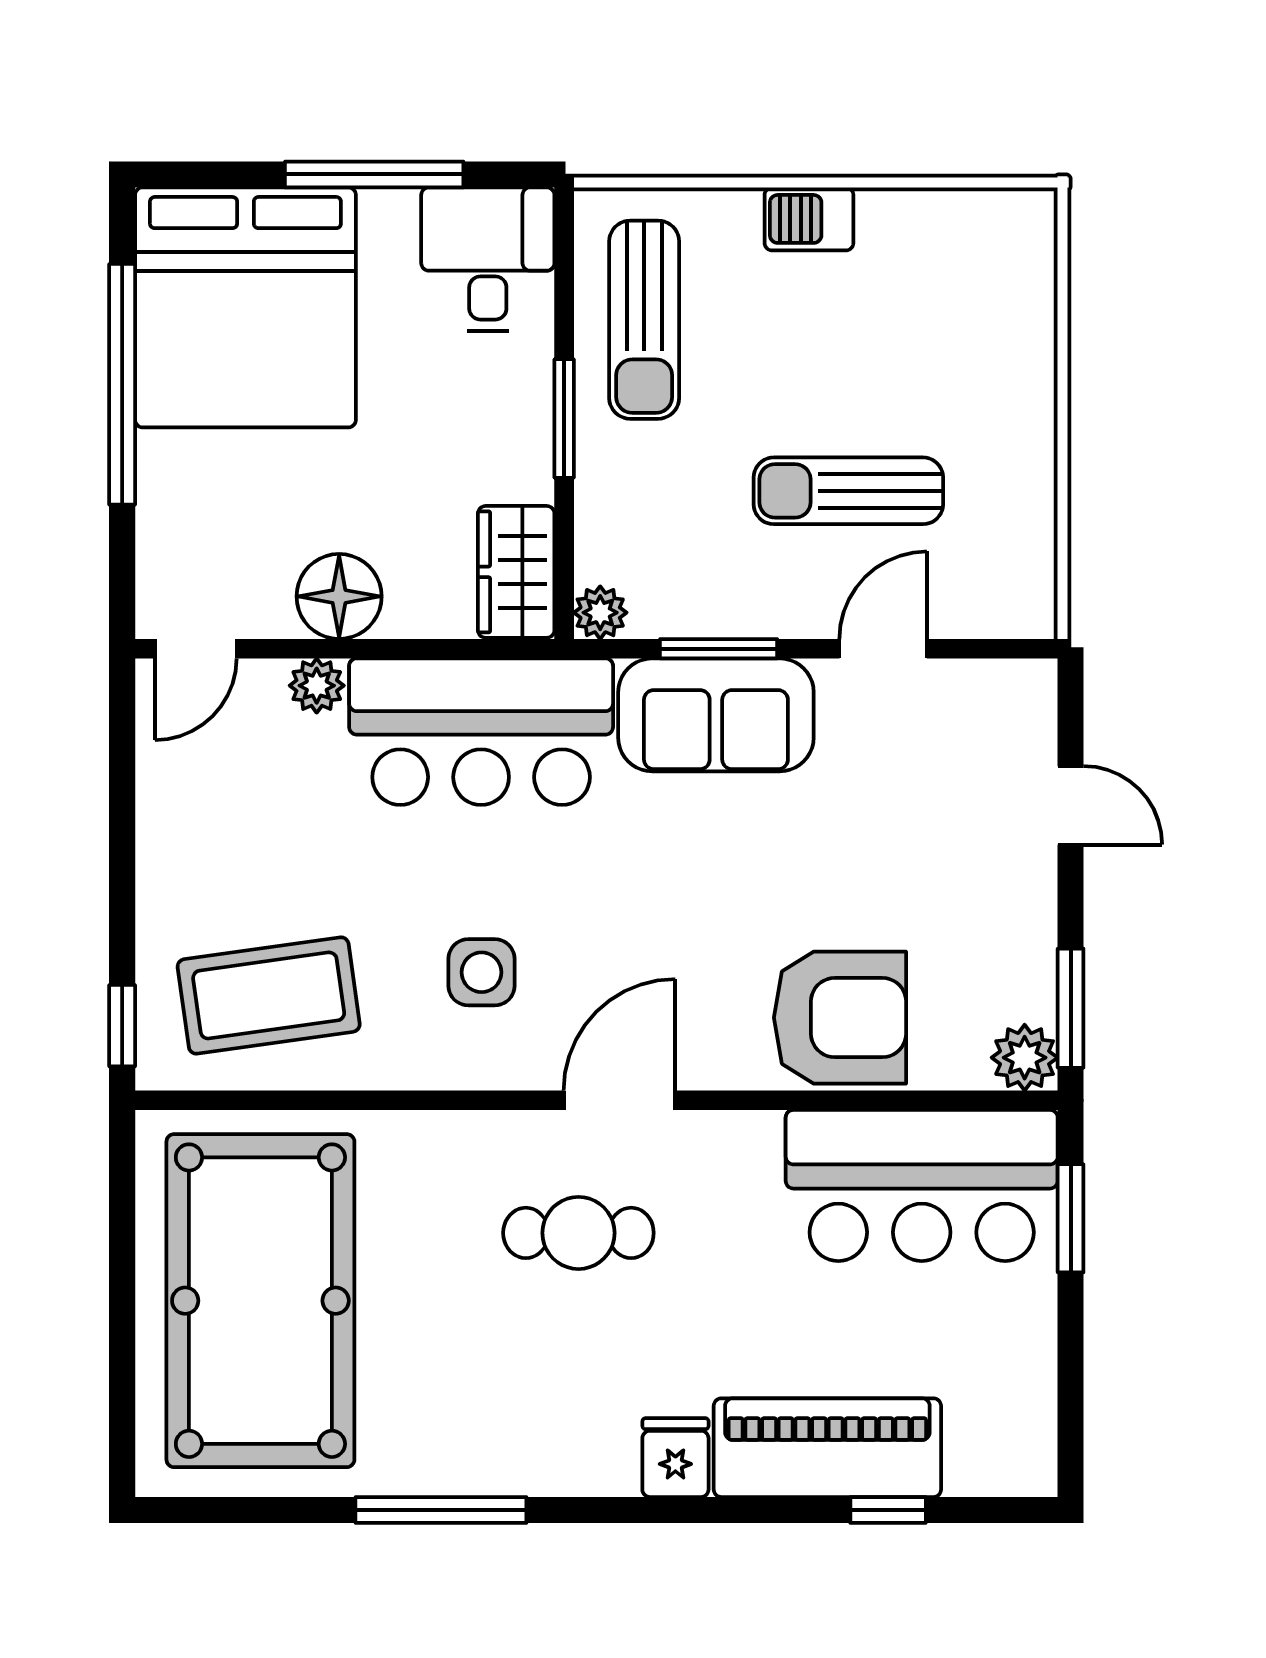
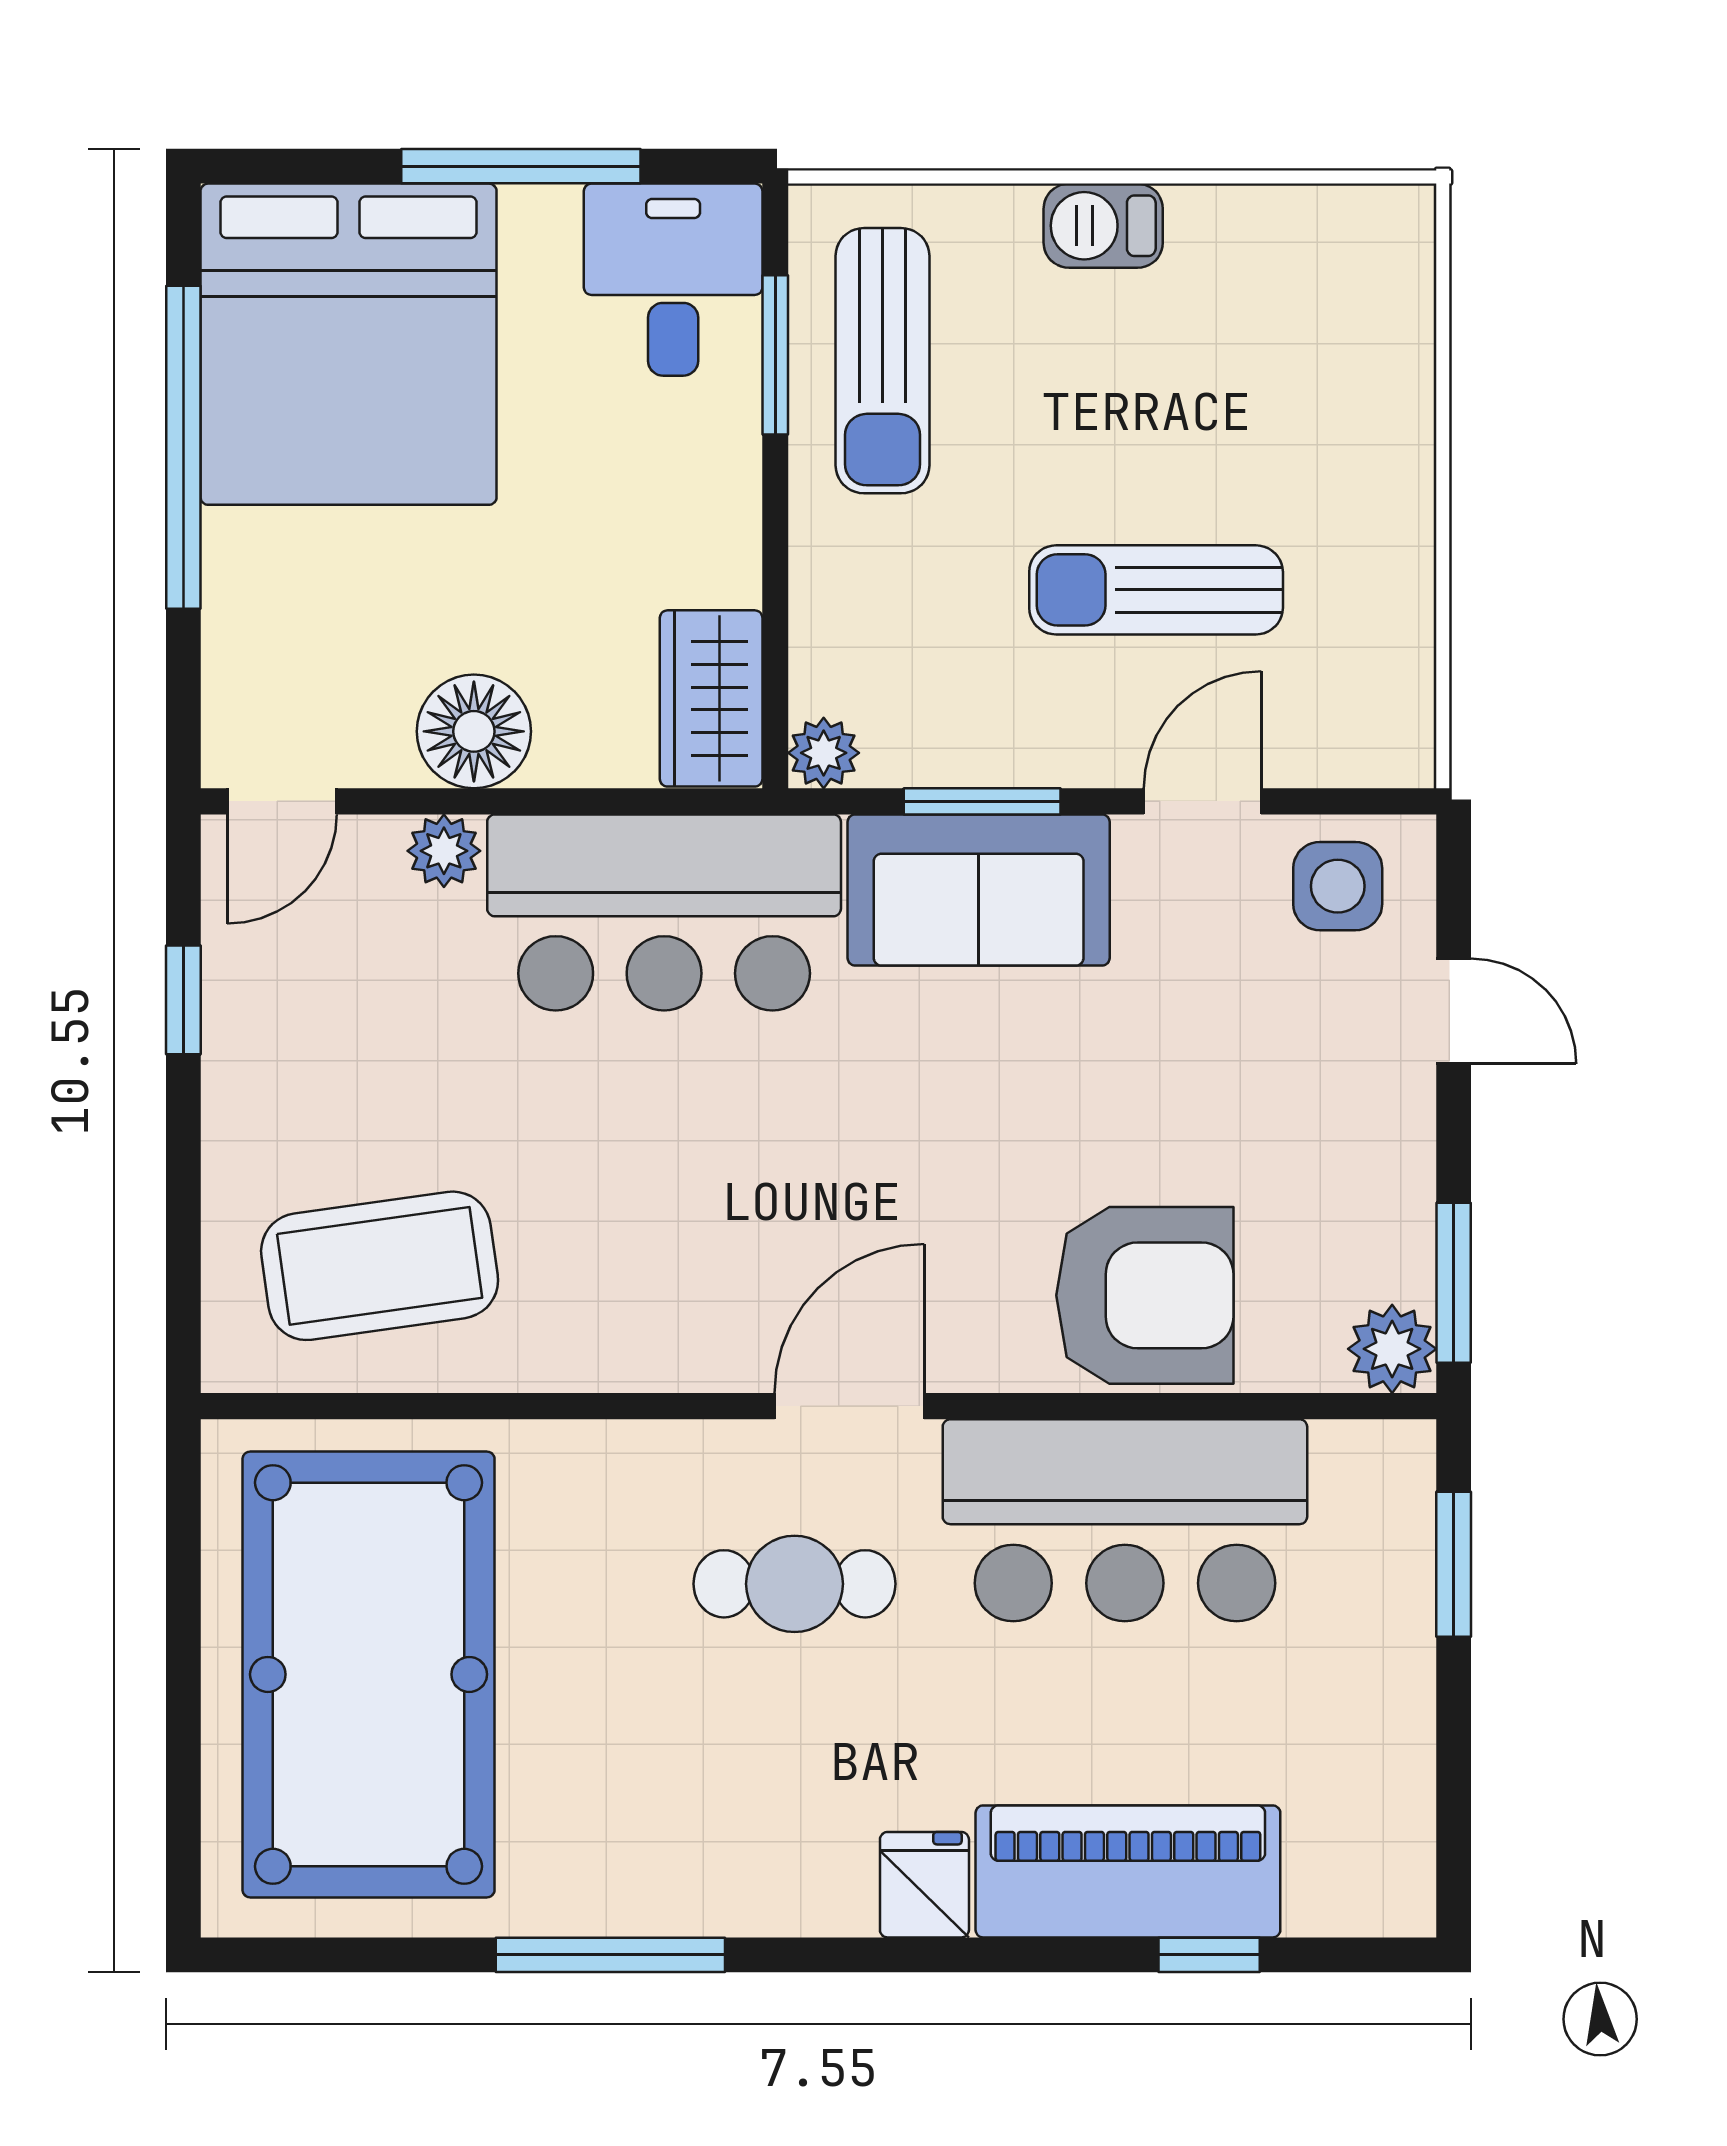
window: (564, 419) -> (775, 355), moved
side table: (482, 972) -> (1338, 886), moved
window: (122, 1026) -> (183, 1000), moved
bar counter: (922, 1186) -> (1125, 1520), moved

